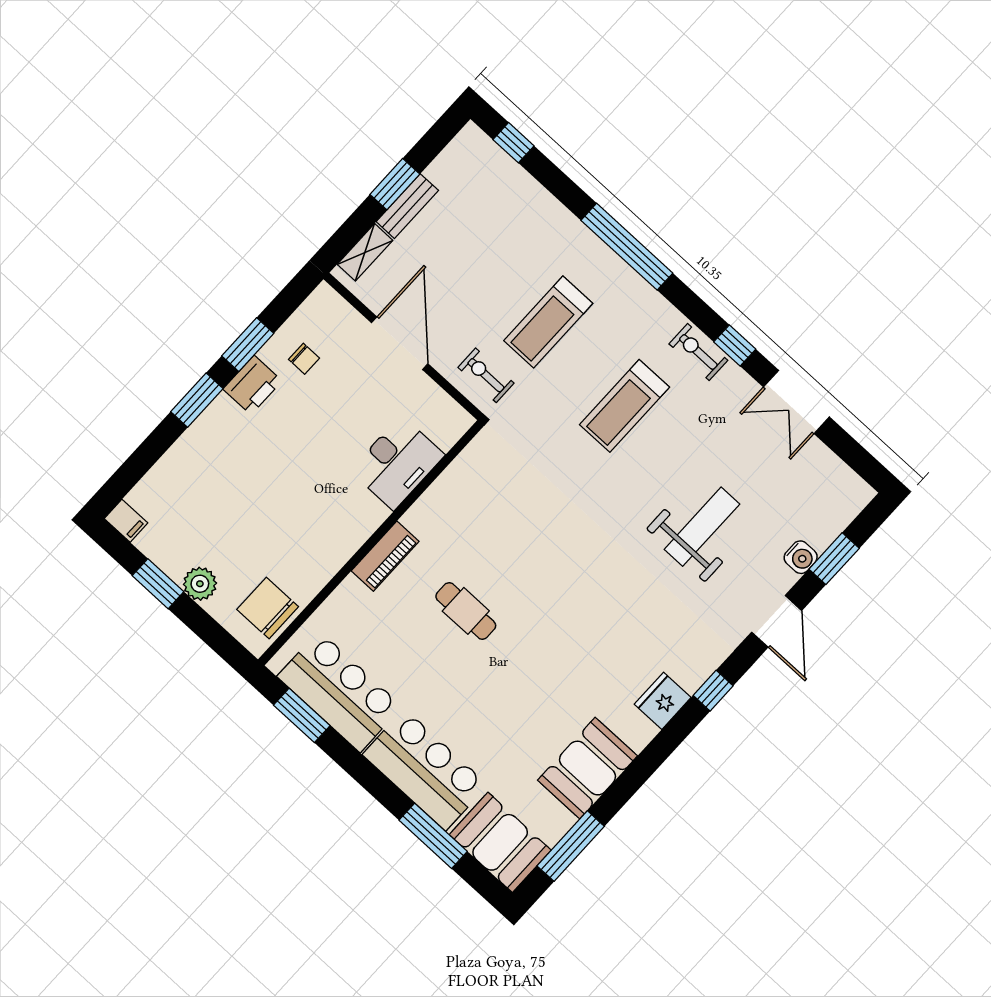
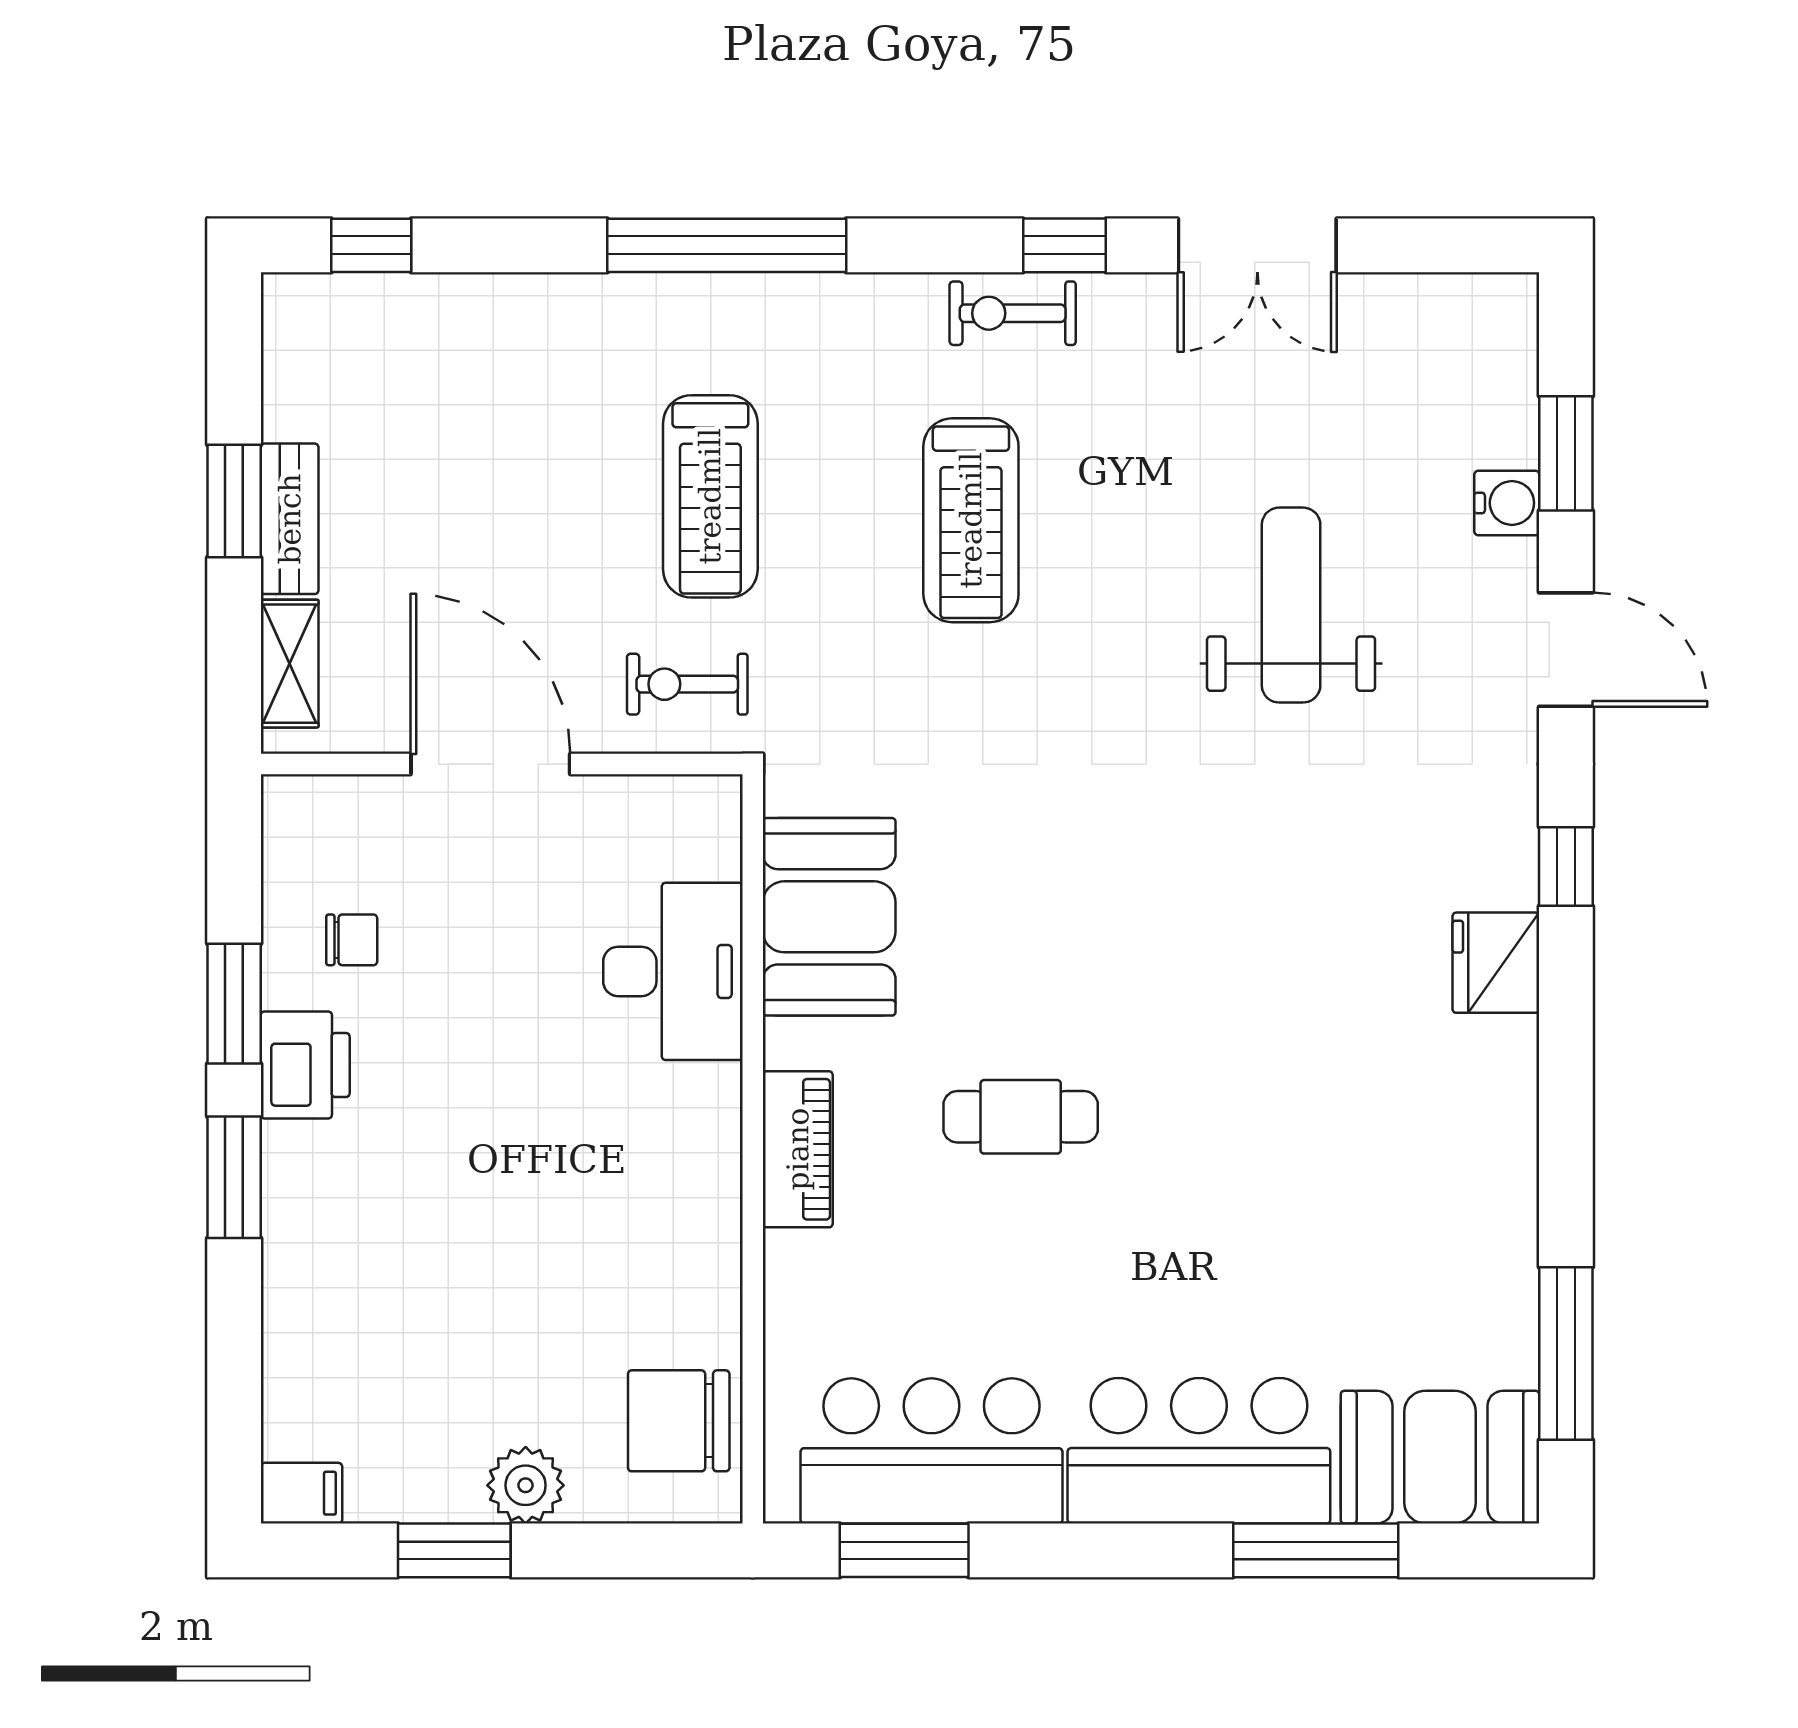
booth: (587, 768) -> (829, 917), moved

